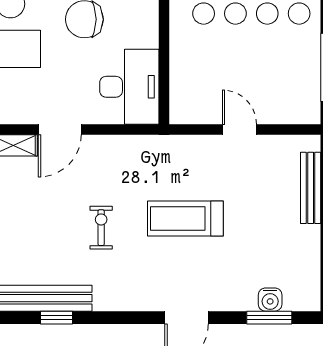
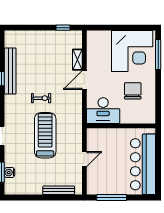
door: (60, 129) -> (84, 80), hinge flipped
treadmill: (185, 218) -> (45, 135), width x1.37, depth x1.38

